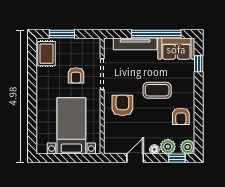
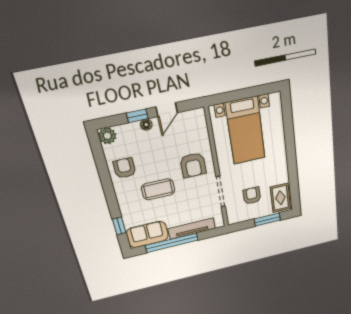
armchair: (76, 75) -> (252, 196), moved
plant: (168, 147) -> (131, 131), removed
window: (177, 158) -> (137, 116), moved

